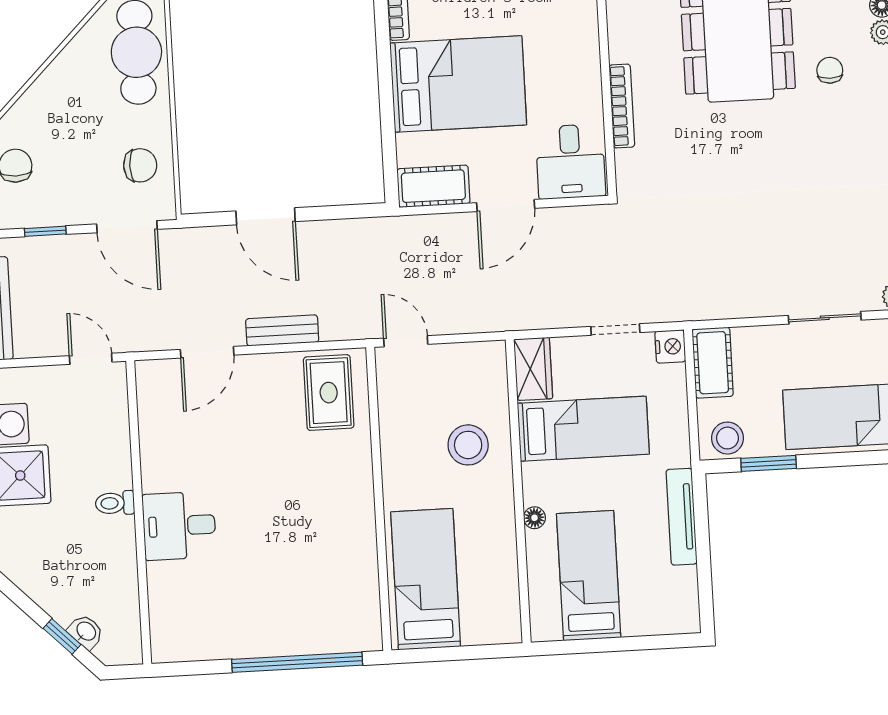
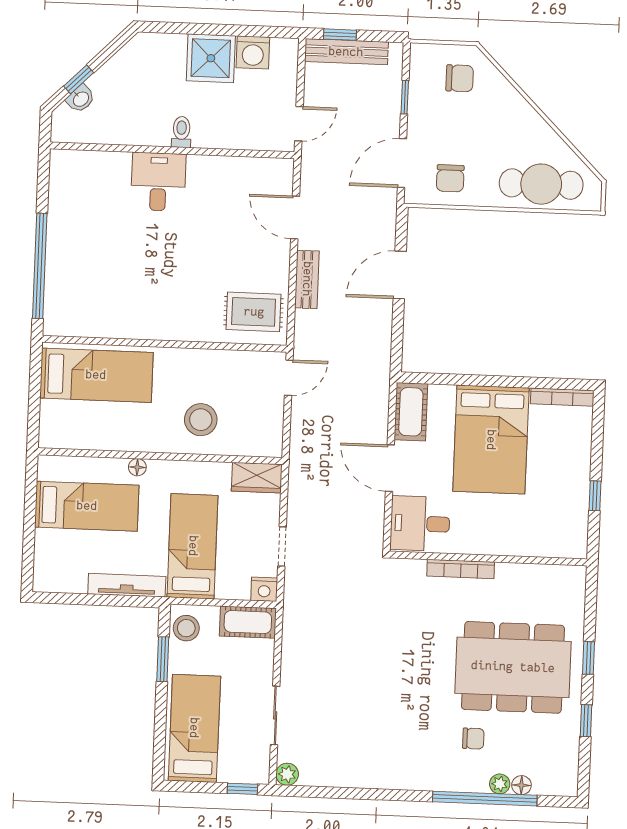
bed: (583, 429) -> (193, 546), moved, turned 180

